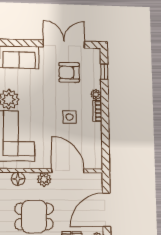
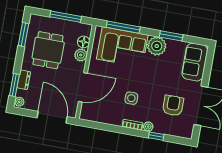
window: (104, 72) -> (156, 136), moved
plant: (44, 179) -> (81, 55), moved
door: (107, 210) -> (52, 117), moved

